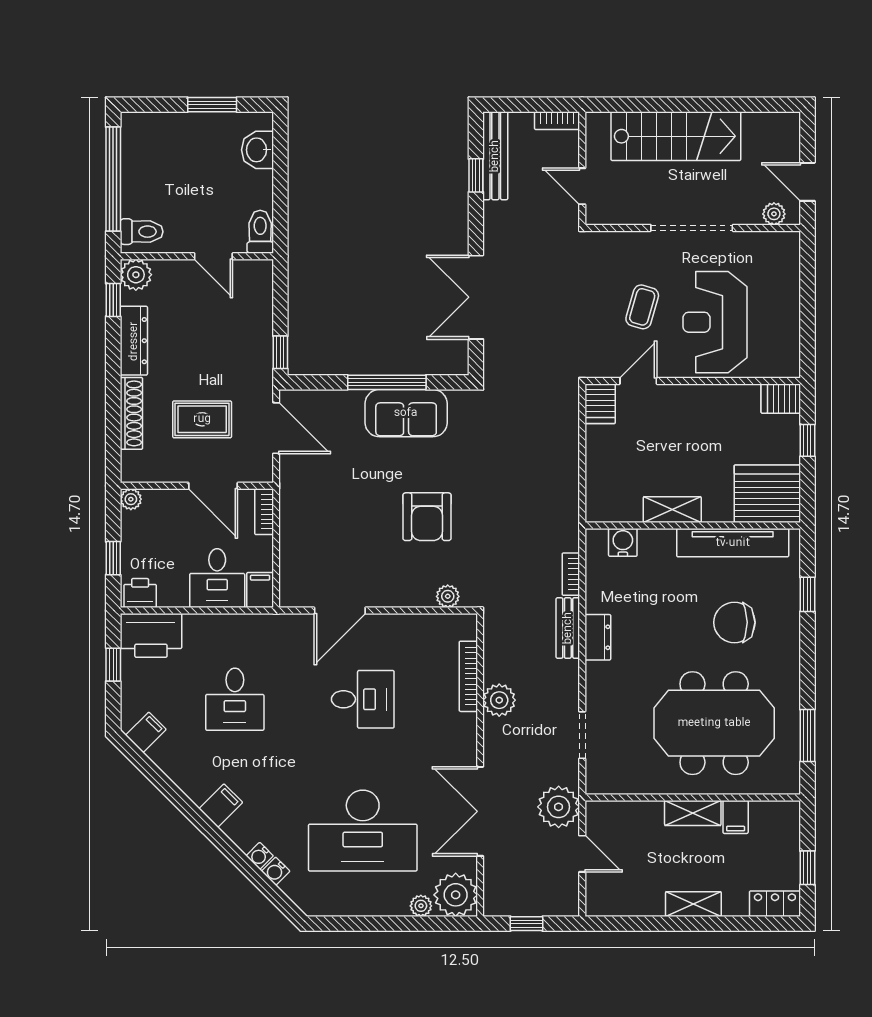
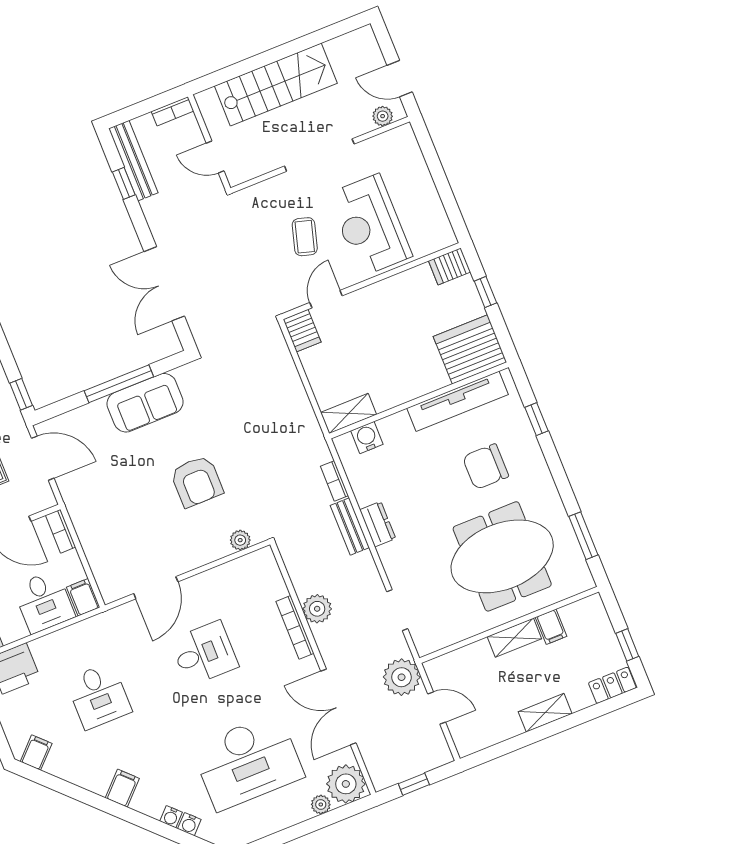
shelving: (672, 510) -> (349, 413), moved
bookcase: (468, 676) -> (295, 627), moved

